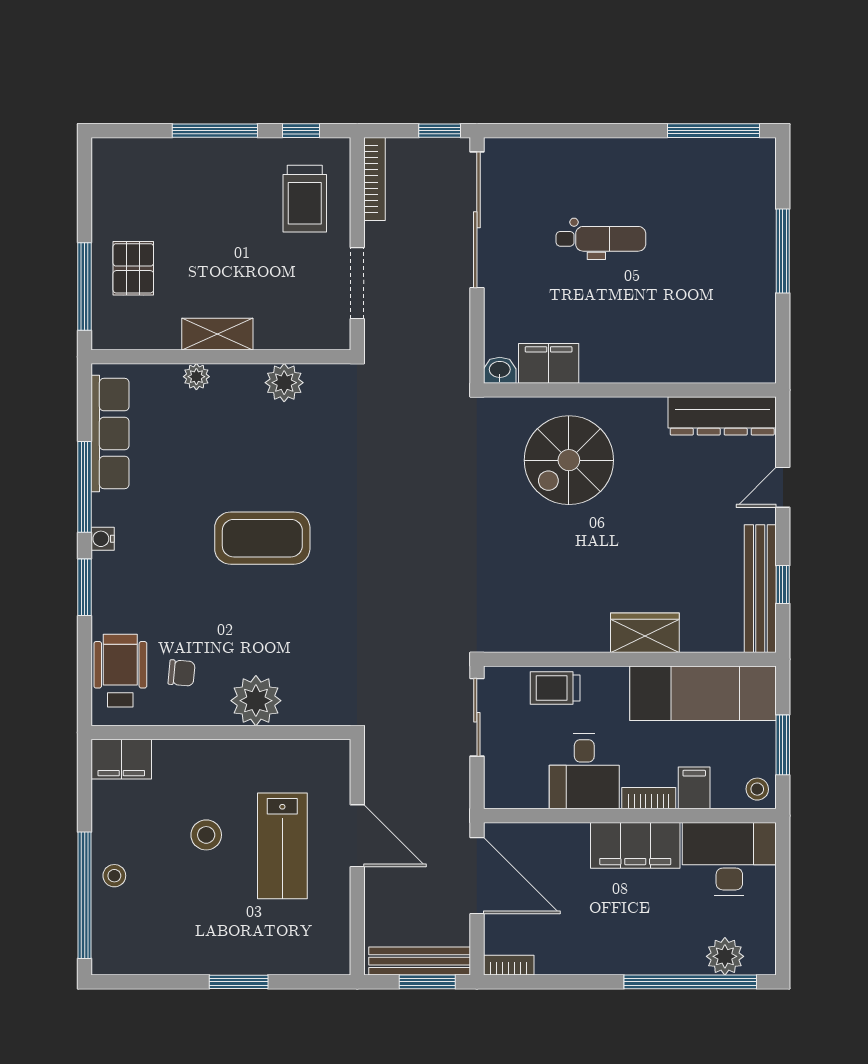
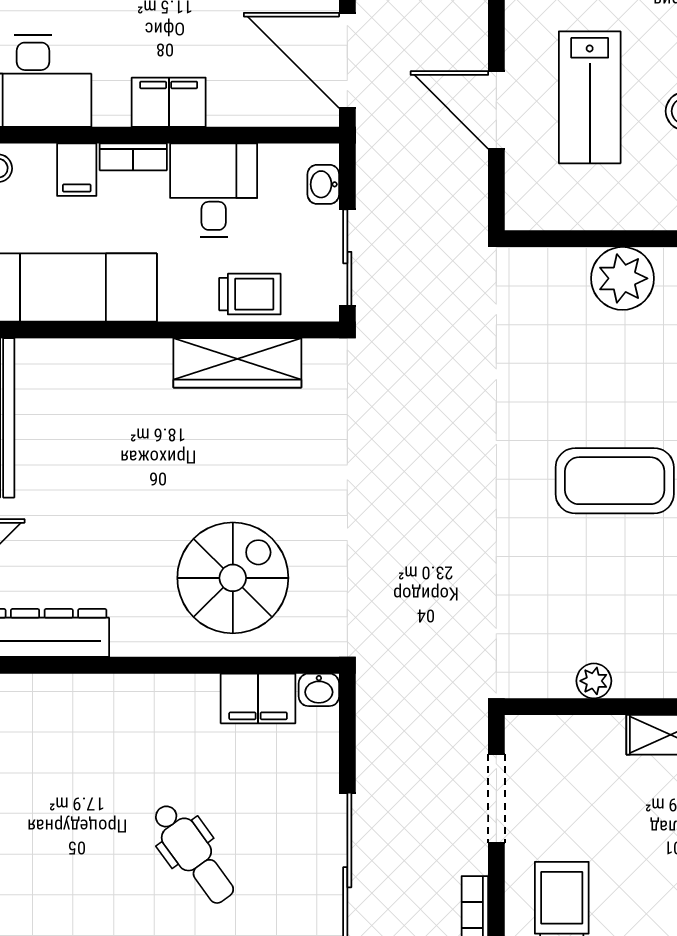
dental chair: (601, 239) -> (193, 853), turned -126
plant: (284, 383) -> (594, 681), width x0.73, depth x0.73
wardrobe: (645, 633) -> (237, 363), moved, width x1.50
washbasin: (496, 776) -> (323, 184), added
filing cabinet: (635, 845) -> (169, 102), width x0.67, depth x0.86
lab bench: (282, 846) -> (590, 97), turned 180

